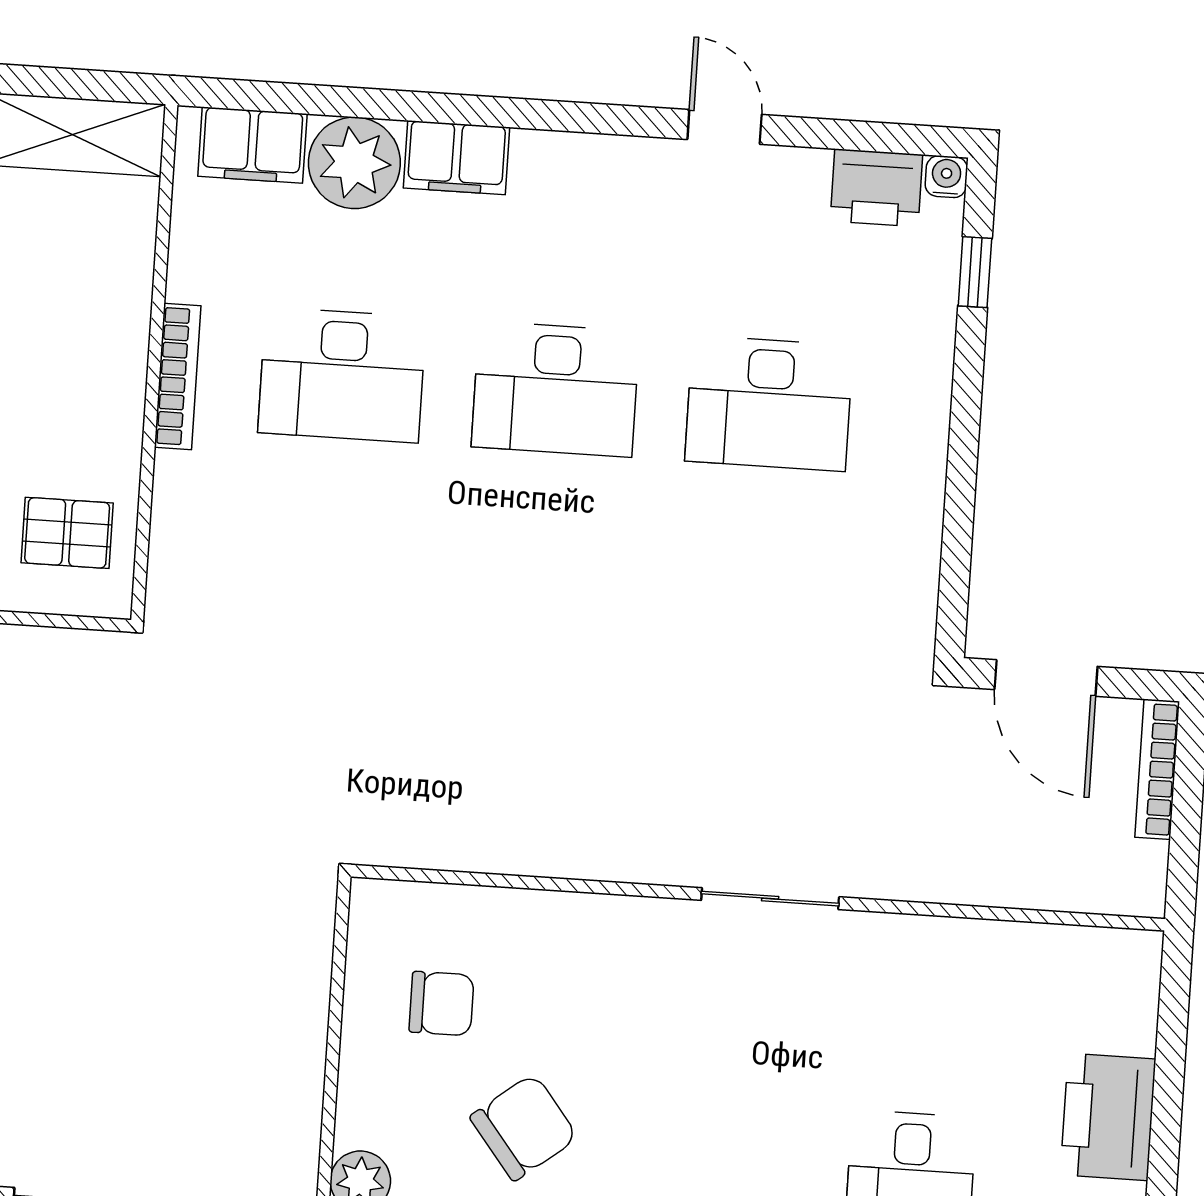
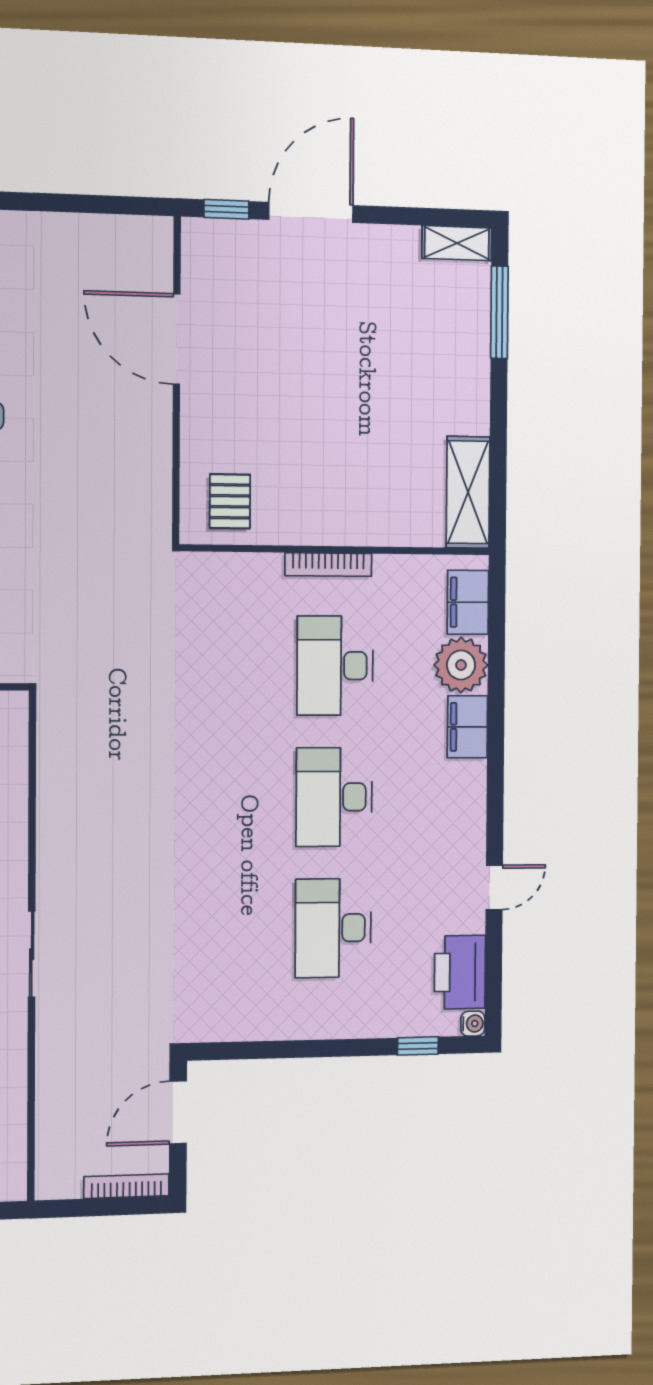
printer: (876, 188) -> (460, 972), width x1.37, depth x1.19

